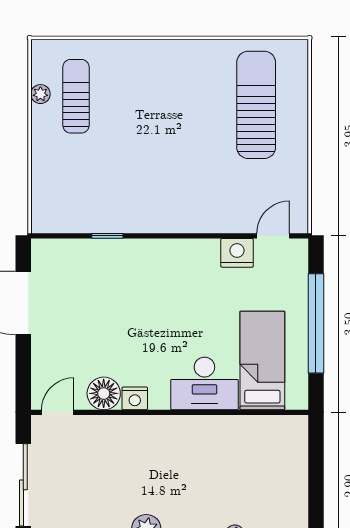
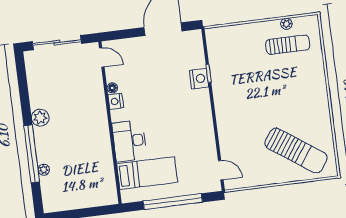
sun lounger: (256, 105) -> (296, 151), turned 35
nightstand: (237, 253) -> (199, 79), moved
floor lamp: (104, 393) -> (112, 88), width x0.53, depth x0.53

